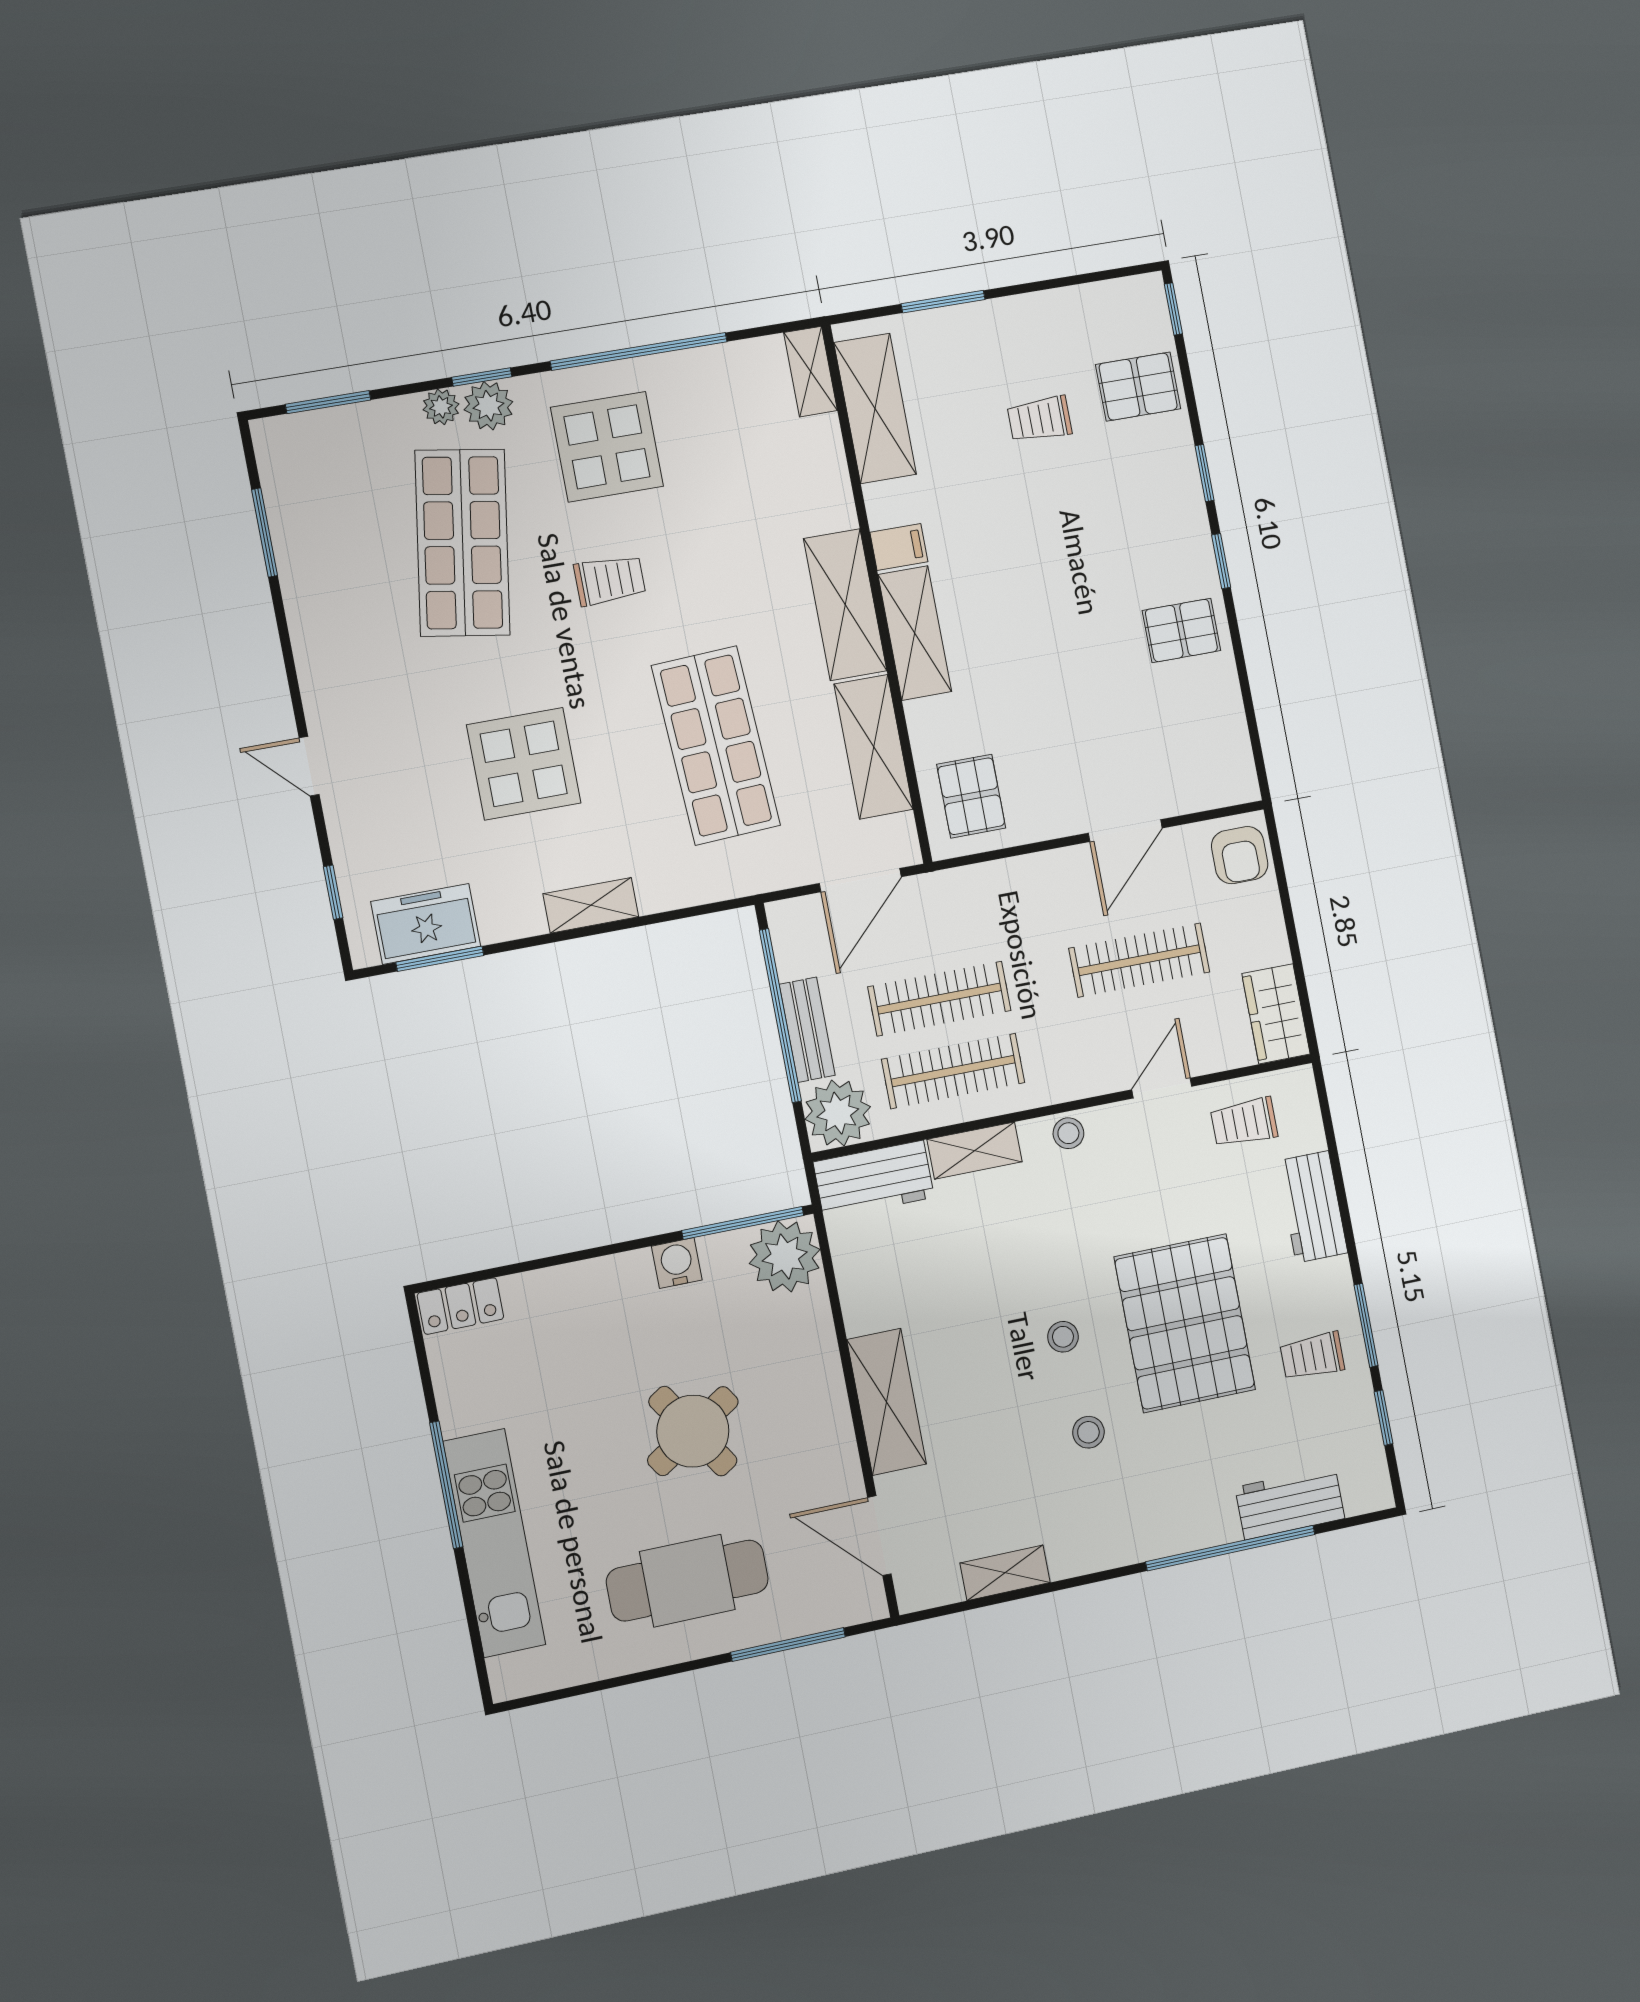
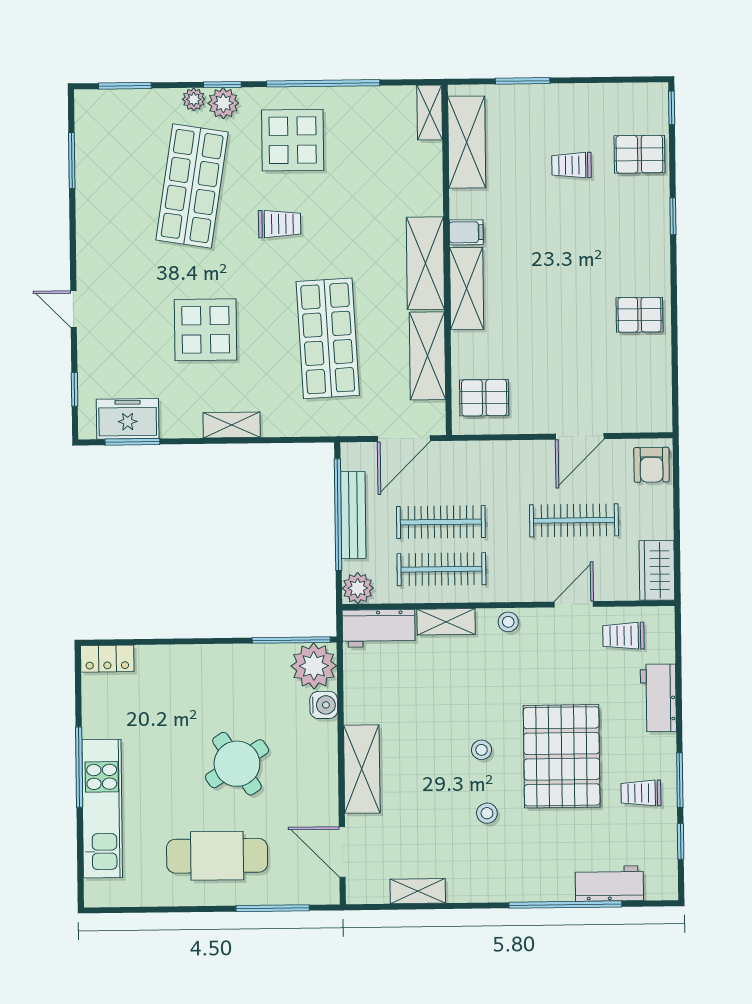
window: (1221, 561) -> (674, 275), removed
pallet: (971, 796) -> (484, 398), turned 90
bench: (807, 1030) -> (353, 515), width x1.36
plant: (838, 1113) -> (358, 588), width x0.73, depth x0.73
water cooler: (677, 1263) -> (324, 705), moved, turned 90

